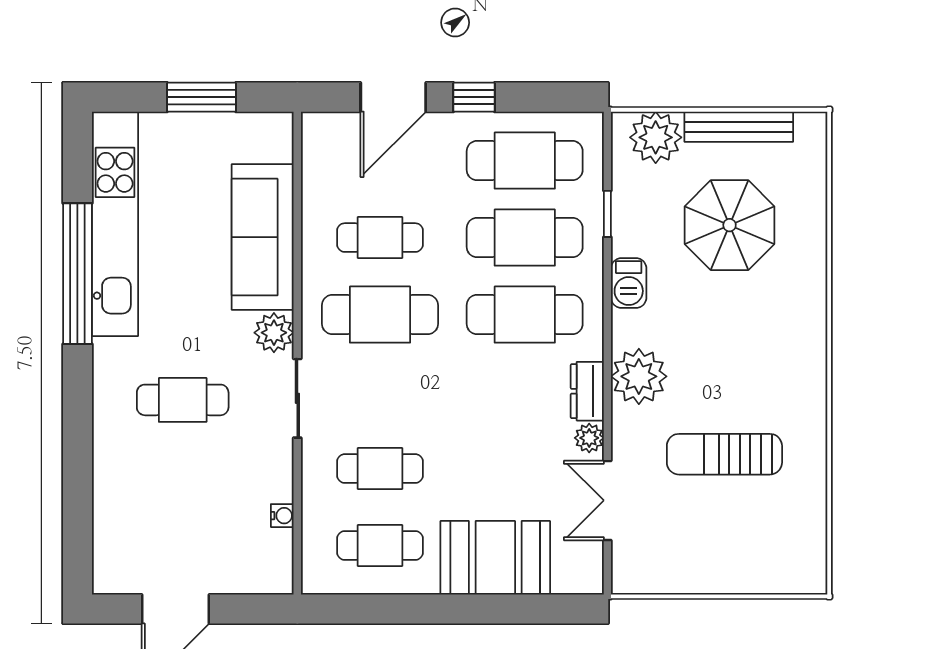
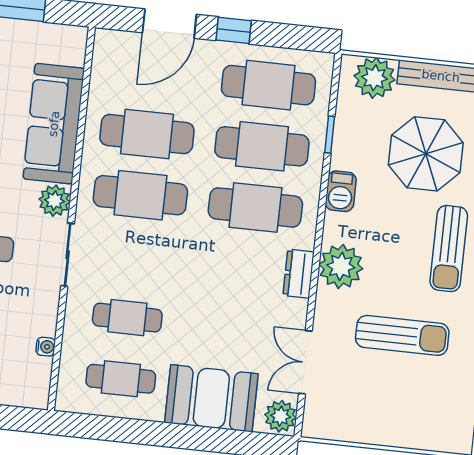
cafe table: (380, 238) -> (147, 134), width x1.37, depth x1.35
sun lounger: (771, 340) -> (449, 249), added
plant: (589, 438) -> (281, 416), moved, width x1.38, depth x1.38
sun lounger: (724, 454) -> (402, 335), turned 180

